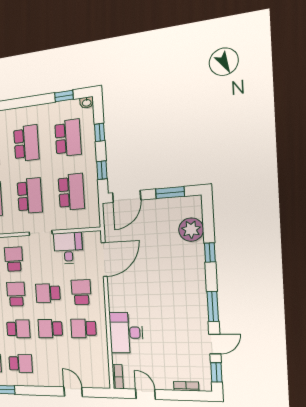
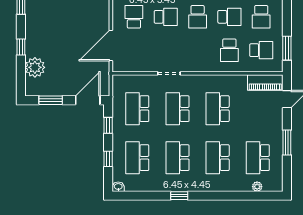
window: (64, 96) -> (179, 196), moved
desk: (68, 248) -> (144, 58), removed
school desk: (14, 259) -> (198, 50), removed
school desk: (81, 292) -> (134, 17), turned 180

